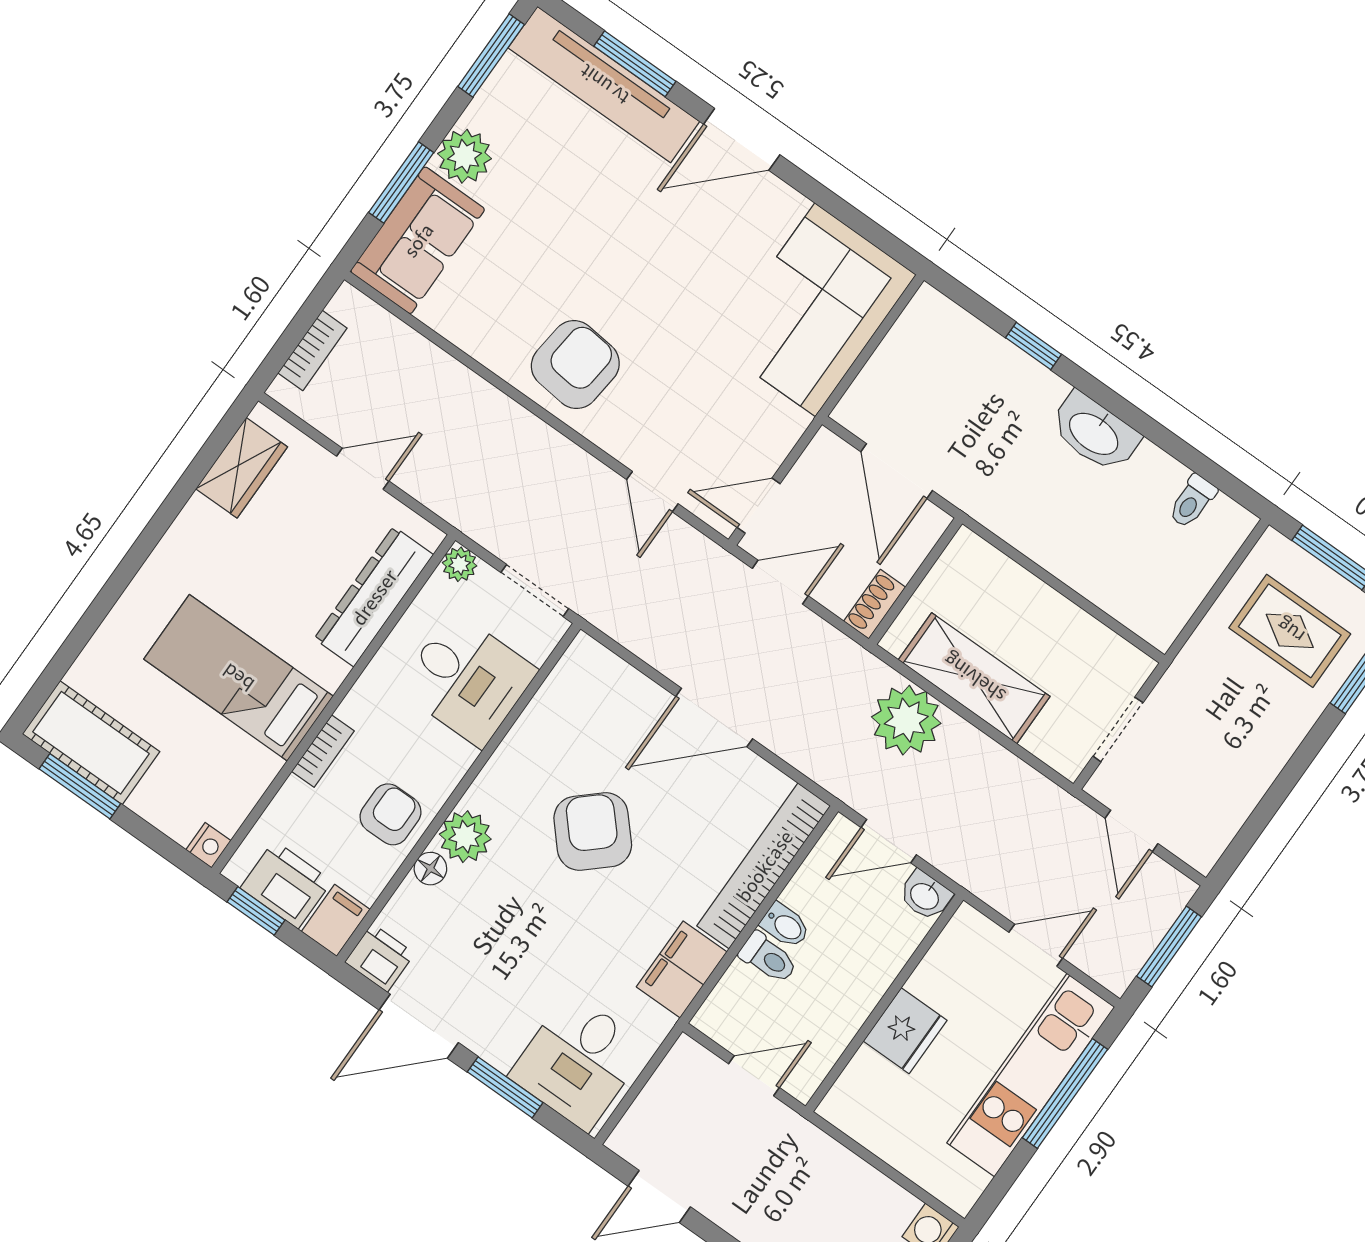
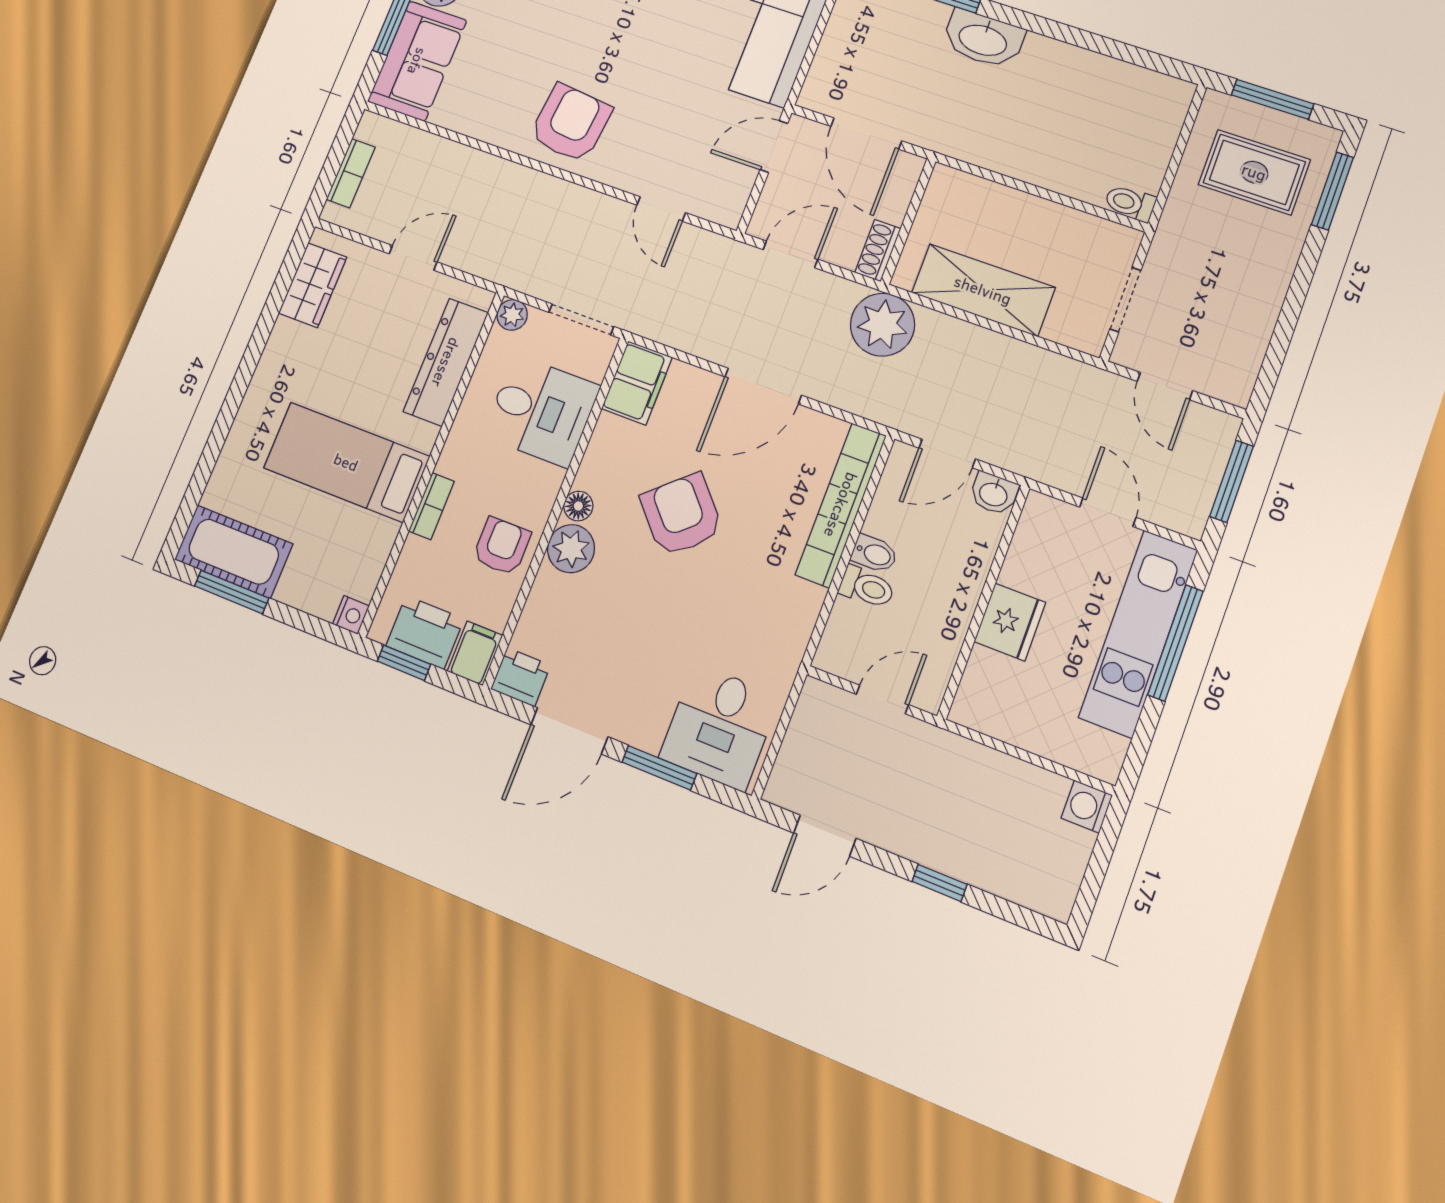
washbasin: (1095, 433) -> (983, 39), moved
toilet: (1192, 501) -> (1130, 203), moved, turned 90
door: (759, 506) -> (774, 147), moved
plant: (906, 720) -> (883, 325), moved
floor lamp: (430, 869) -> (578, 506), moved
door: (1036, 945) -> (1108, 512), hinge flipped
filing cabinet: (682, 969) -> (637, 383), moved, turned 180

